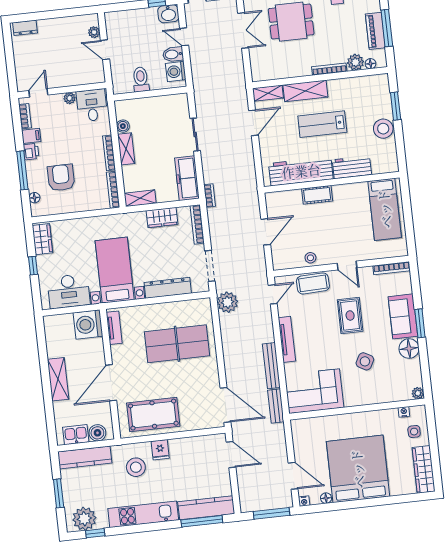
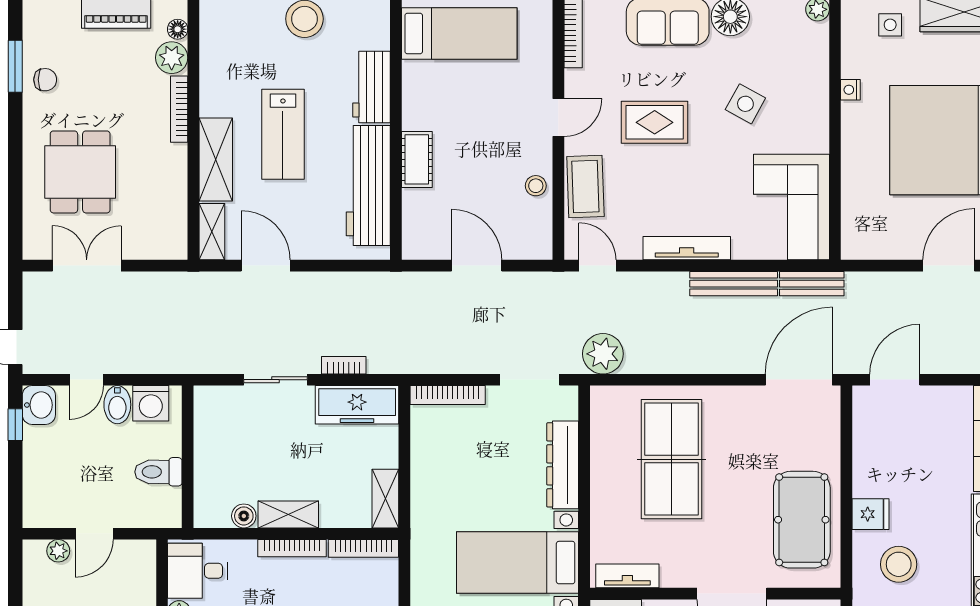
bookcase: (210, 196) -> (344, 365), moved
wardrobe: (162, 217) -> (427, 461), removed
nightstand: (404, 412) -> (850, 90), moved

